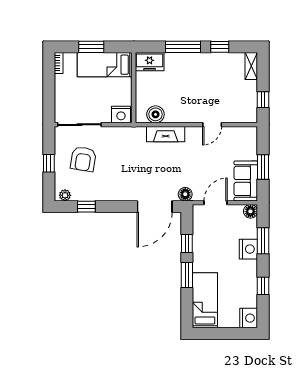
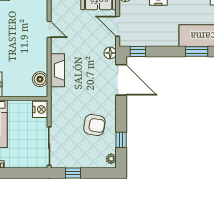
armchair: (83, 159) -> (94, 125), moved
window: (49, 163) -> (73, 173), moved
window: (187, 244) -> (138, 52), moved
window: (187, 275) -> (197, 52), moved

